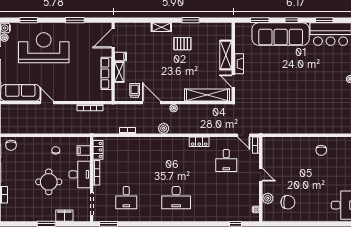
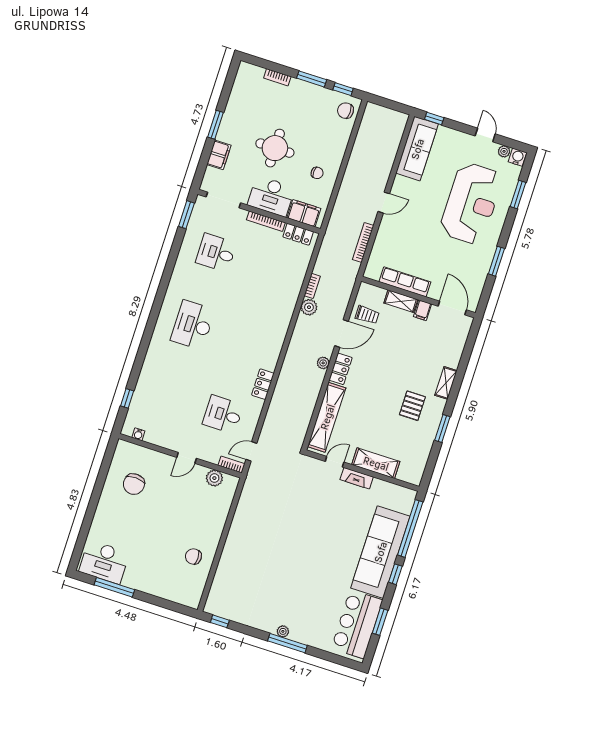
window: (260, 20) -> (410, 528), width x2.11
locker: (174, 96) -> (341, 369), added
door: (47, 103) -> (384, 203), moved
plant: (164, 128) -> (309, 307), moved
filing cabinet: (84, 151) -> (304, 213), width x2.00
plant: (268, 198) -> (214, 478), moved

